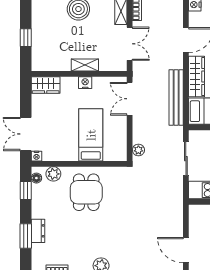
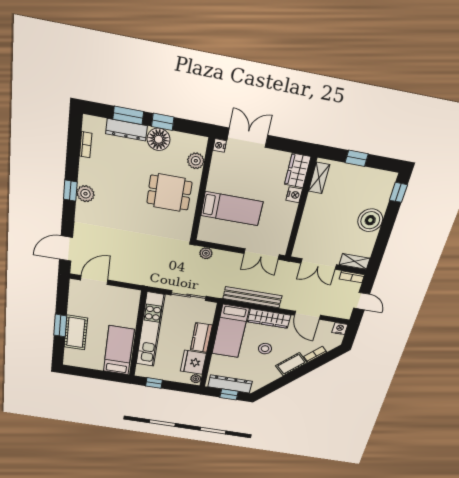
shelving: (85, 65) -> (319, 178), moved
nightstand: (85, 83) -> (294, 195), moved
double door: (130, 99) -> (262, 254), swing flipped
floor lamp: (36, 178) -> (159, 139), moved, width x1.89, depth x1.89
window: (26, 190) -> (163, 122), moved
dresser: (38, 231) -> (127, 130), width x1.44

